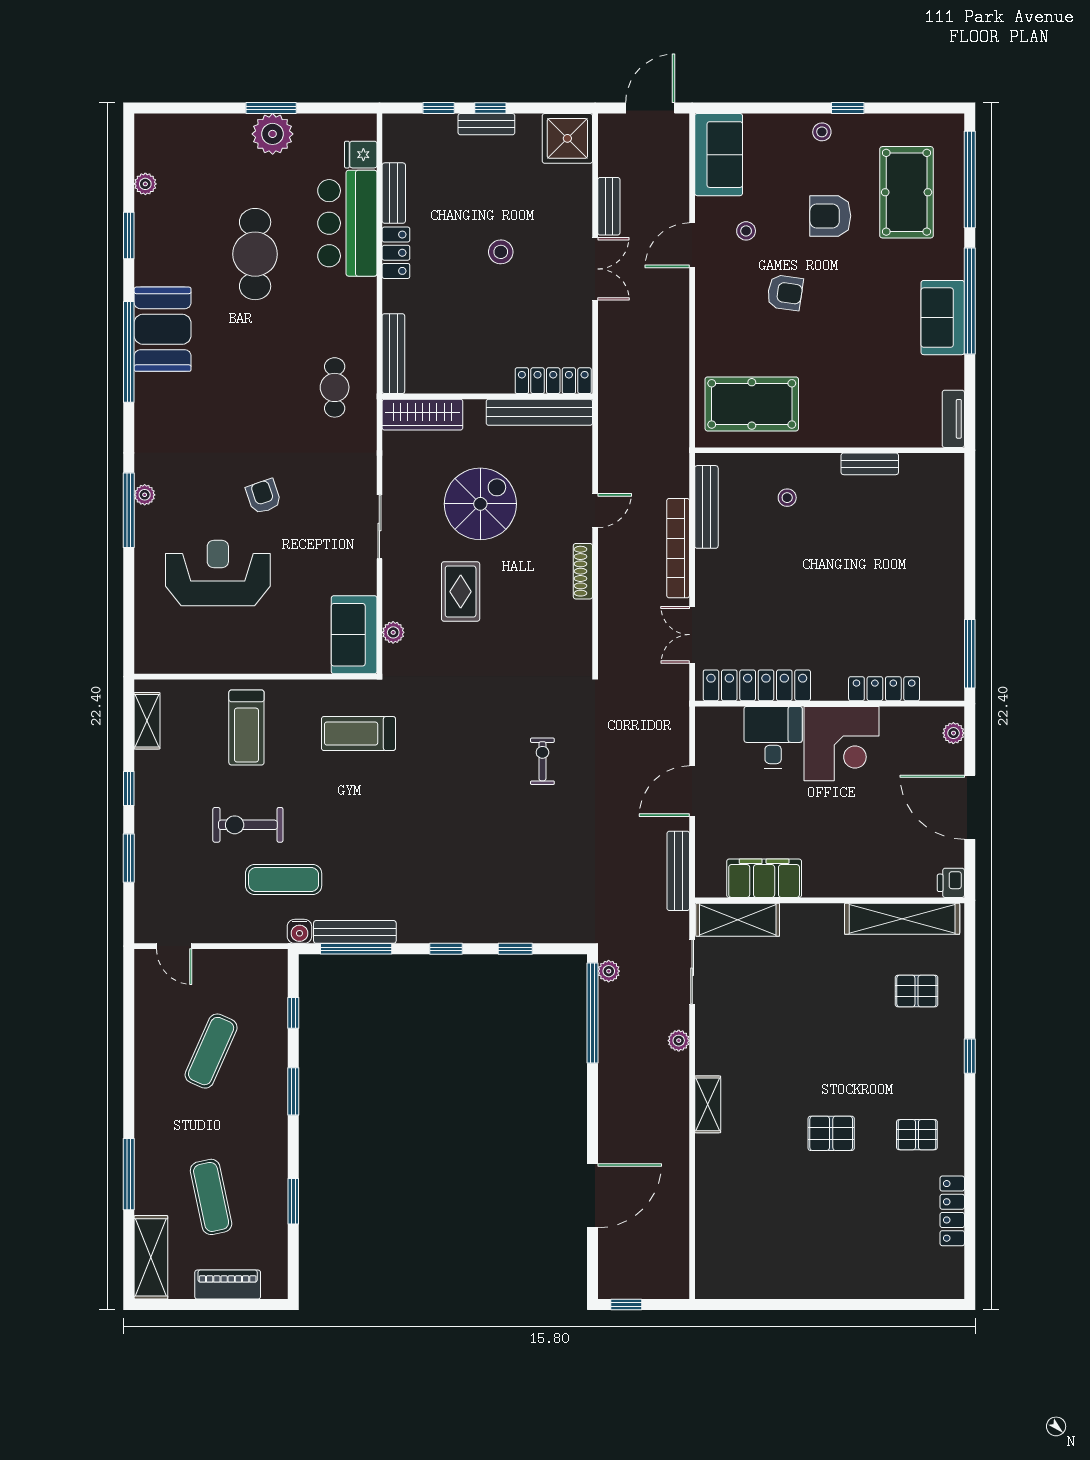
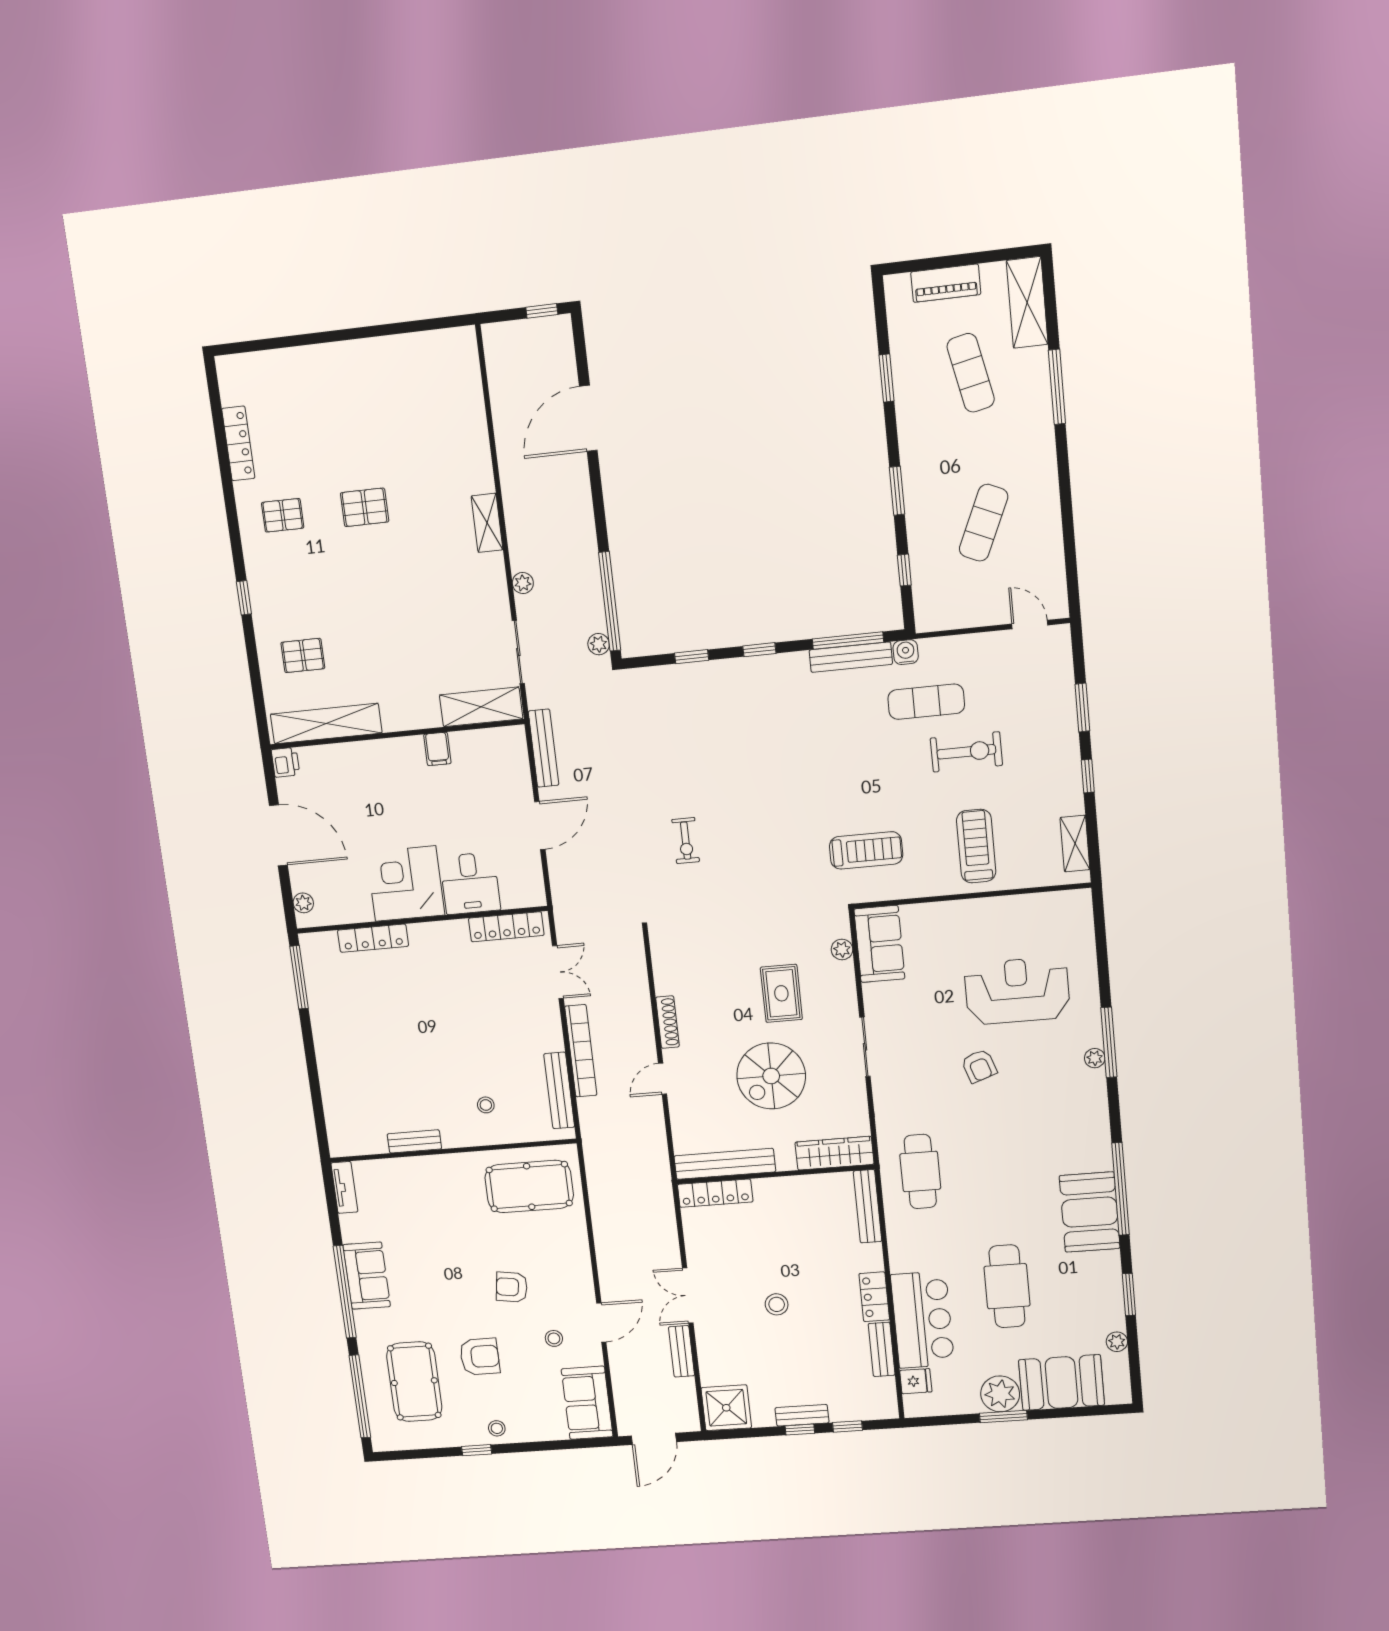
booth: (207, 142) -> (1061, 1382), added
cafe table: (335, 387) -> (920, 1171), width x1.37, depth x1.35
reception desk: (218, 573) -> (1017, 991), turned 180
locker: (757, 685) -> (506, 927), width x0.71, depth x0.83
filing cabinet: (764, 878) -> (437, 749), width x0.33, depth x0.86

